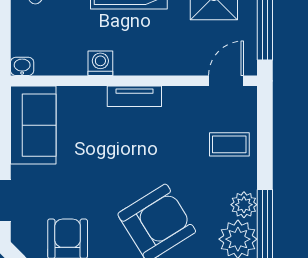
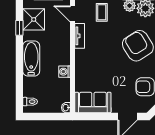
tv unit: (134, 96) -> (80, 36), moved

